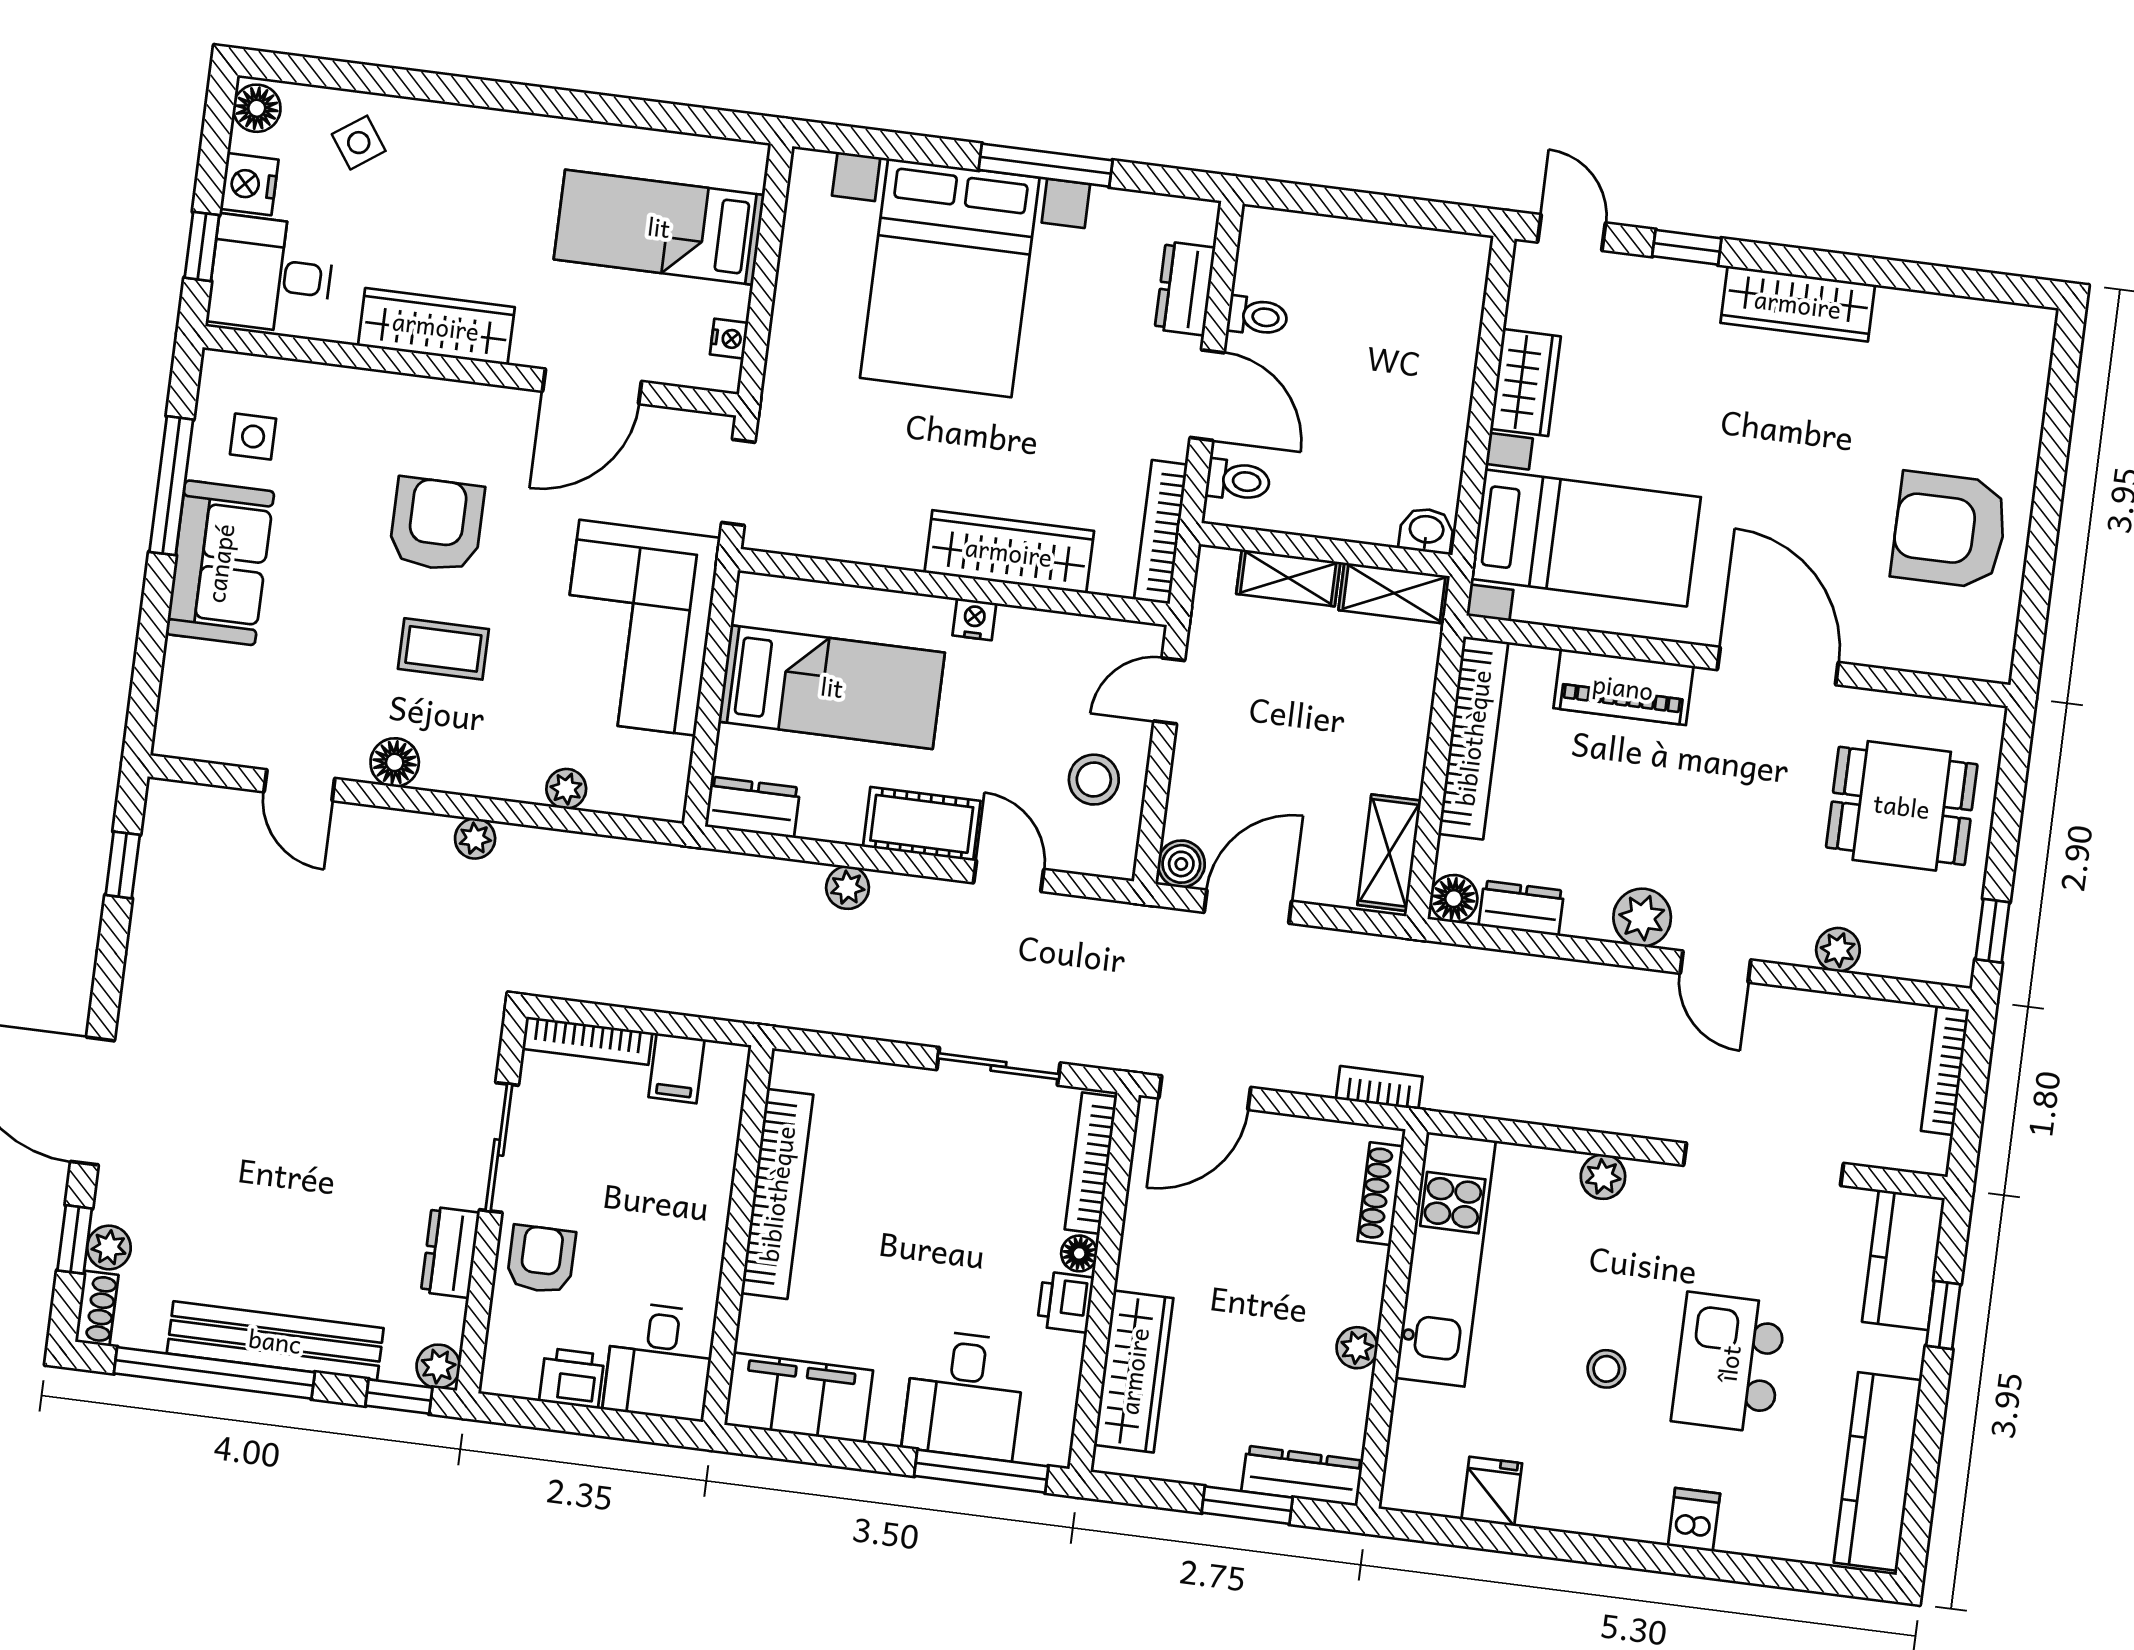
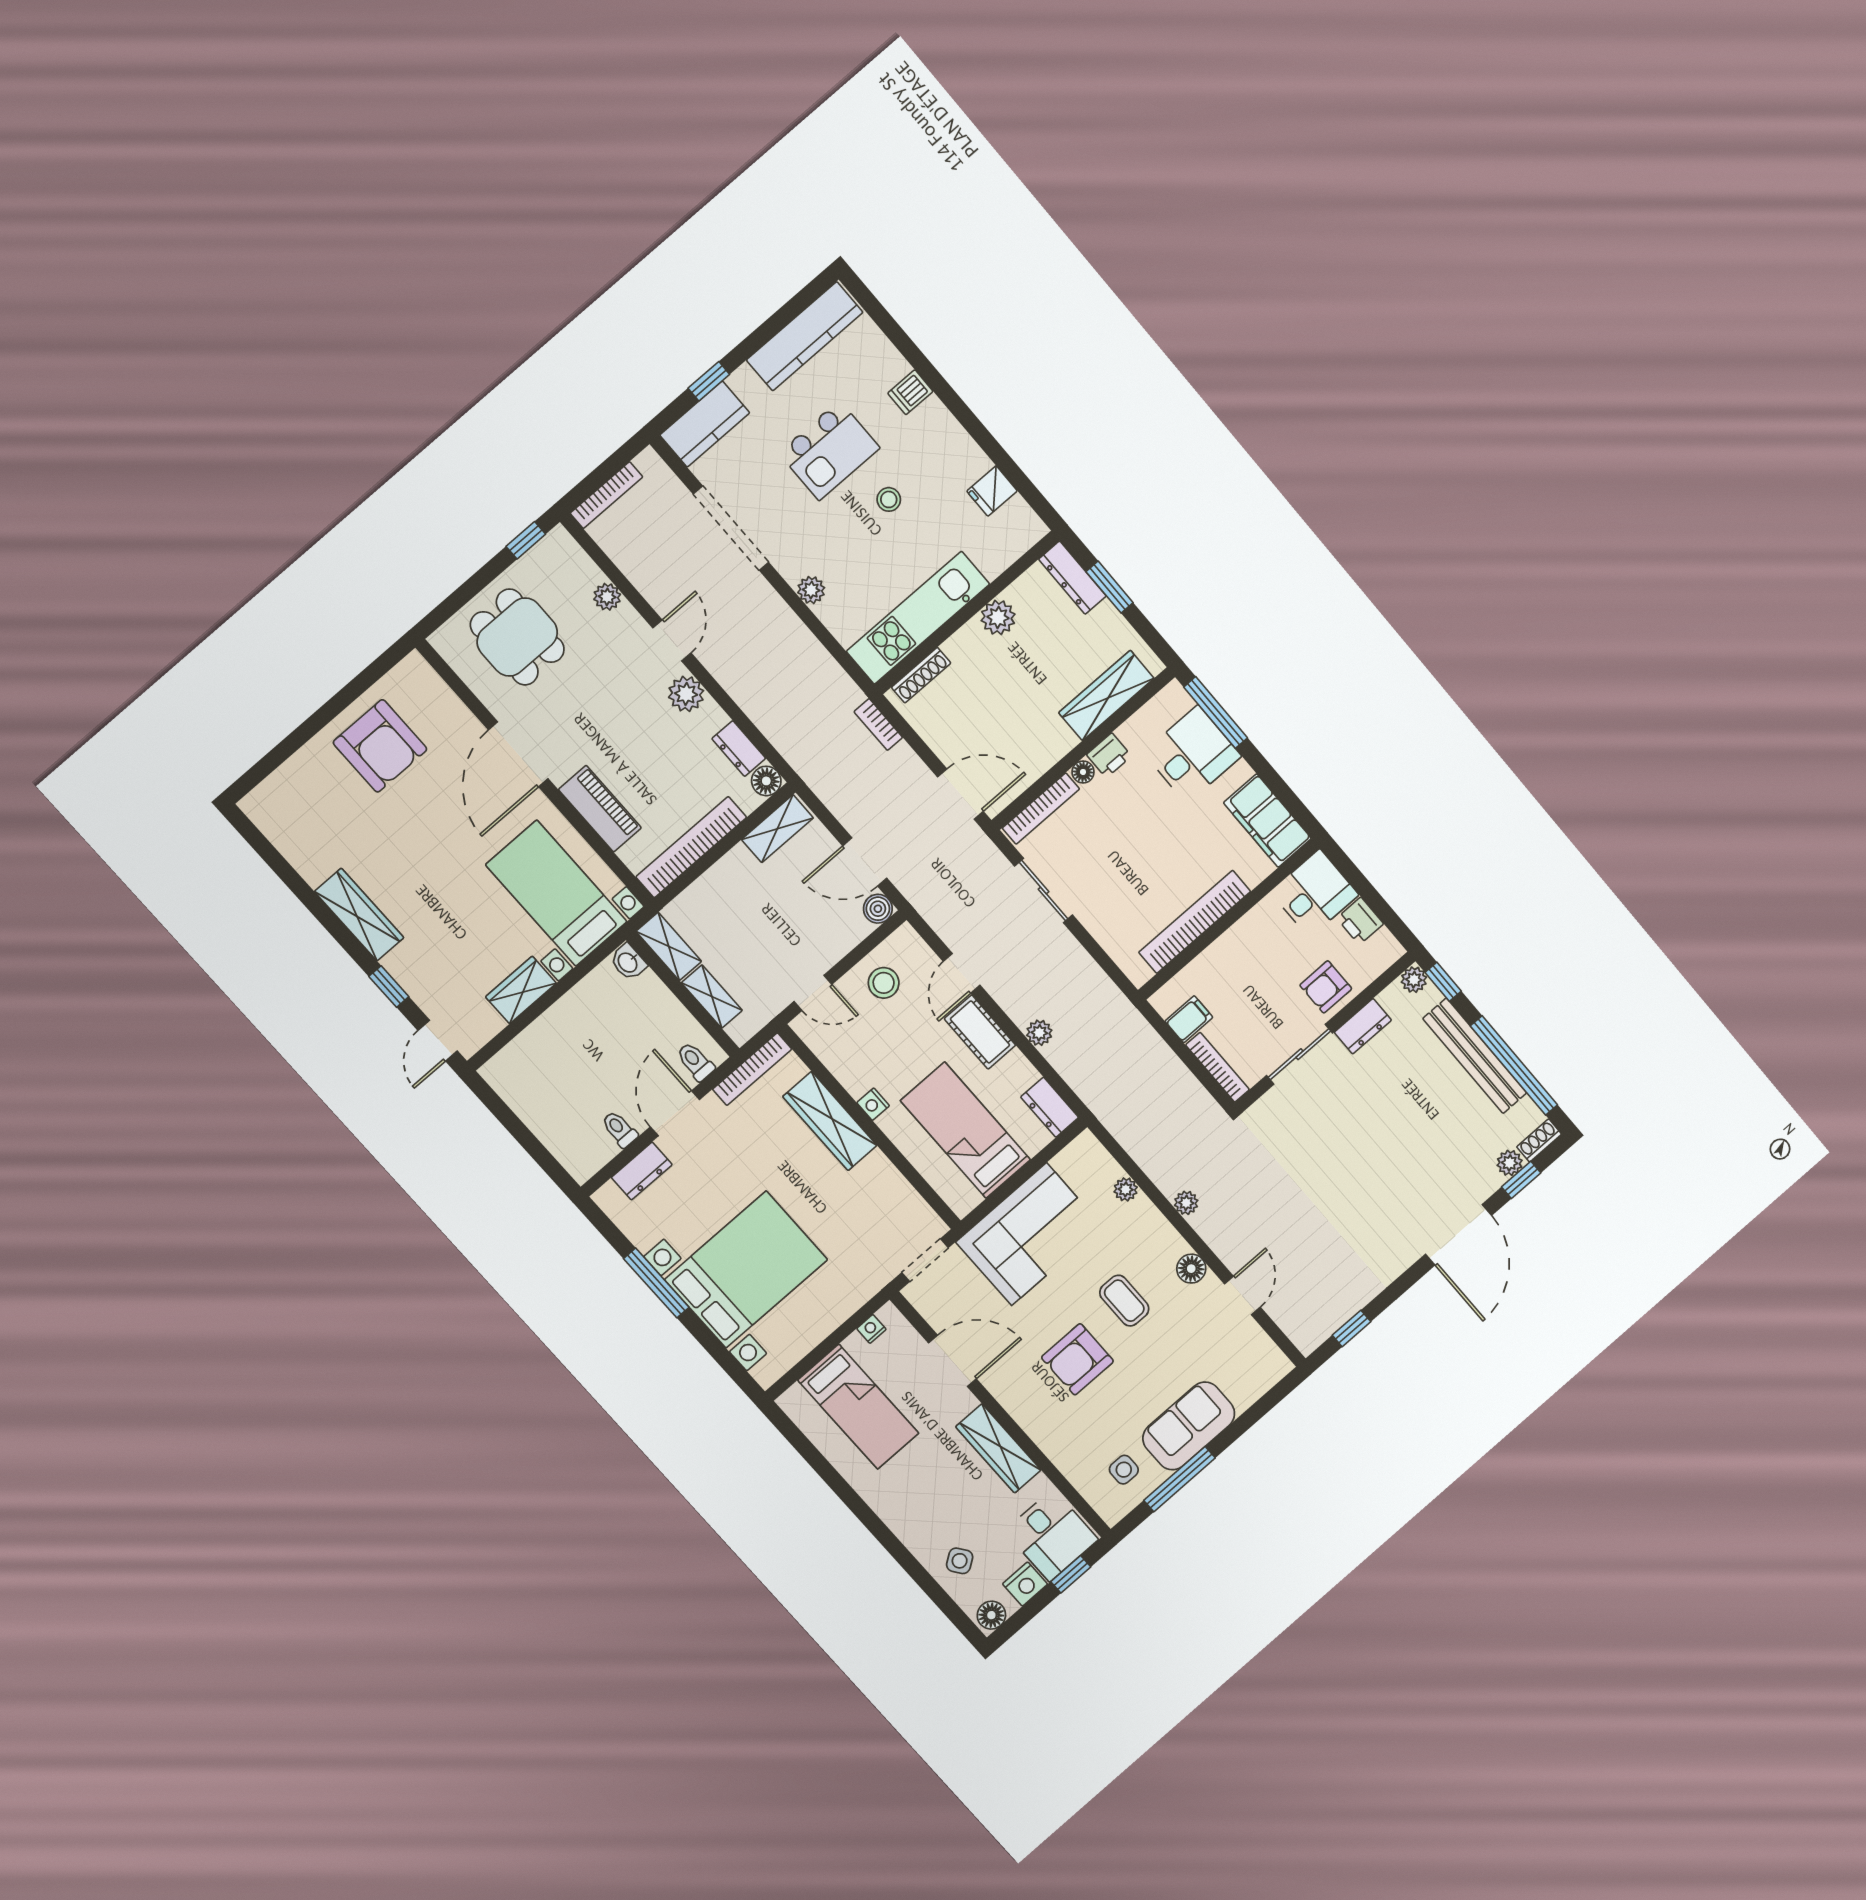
plant: (1357, 1348) -> (998, 617), width x1.38, depth x1.38

